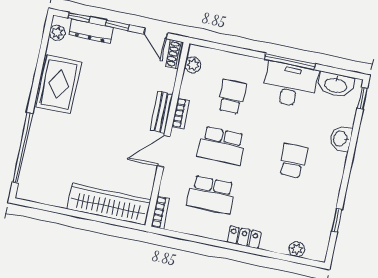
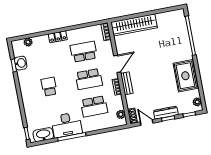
dresser: (91, 31) -> (166, 113), moved
school desk: (232, 97) -> (94, 106), width x1.85
washbasin: (341, 139) -> (21, 63), moved
school desk: (221, 146) -> (89, 79), turned 180
school desk: (293, 161) -> (49, 87), turned 180

